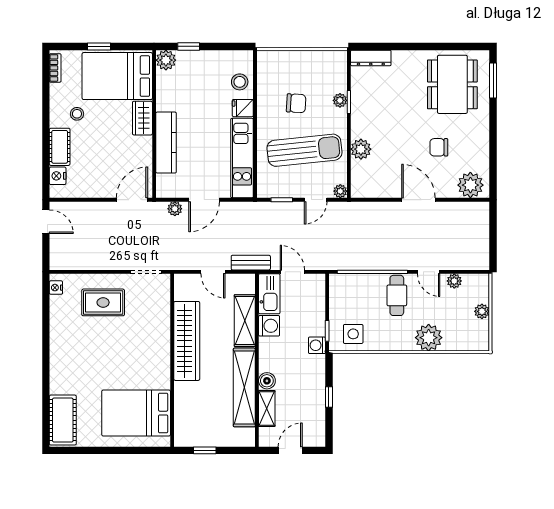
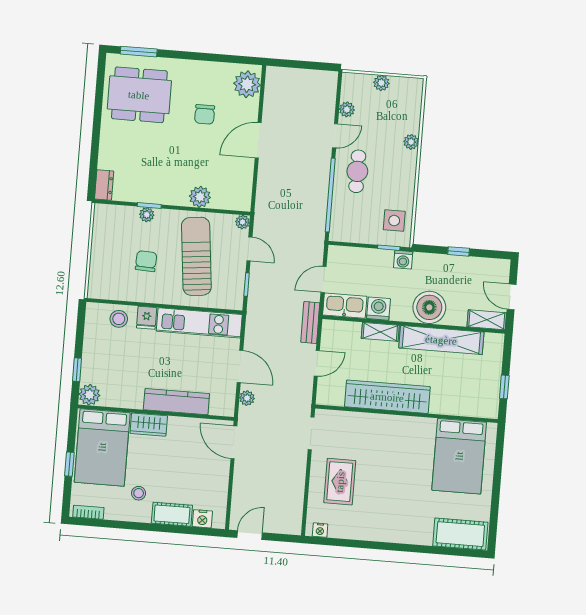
dresser: (371, 58) -> (104, 185), width x0.70
cafe table: (397, 295) -> (357, 171), turned 90
shelving: (245, 321) -> (380, 332), width x0.67, depth x0.75
plant: (429, 338) -> (411, 142), width x0.53, depth x0.53
boiler: (267, 381) -> (429, 307), width x1.86, depth x1.86
shelving: (267, 409) -> (487, 320), moved

